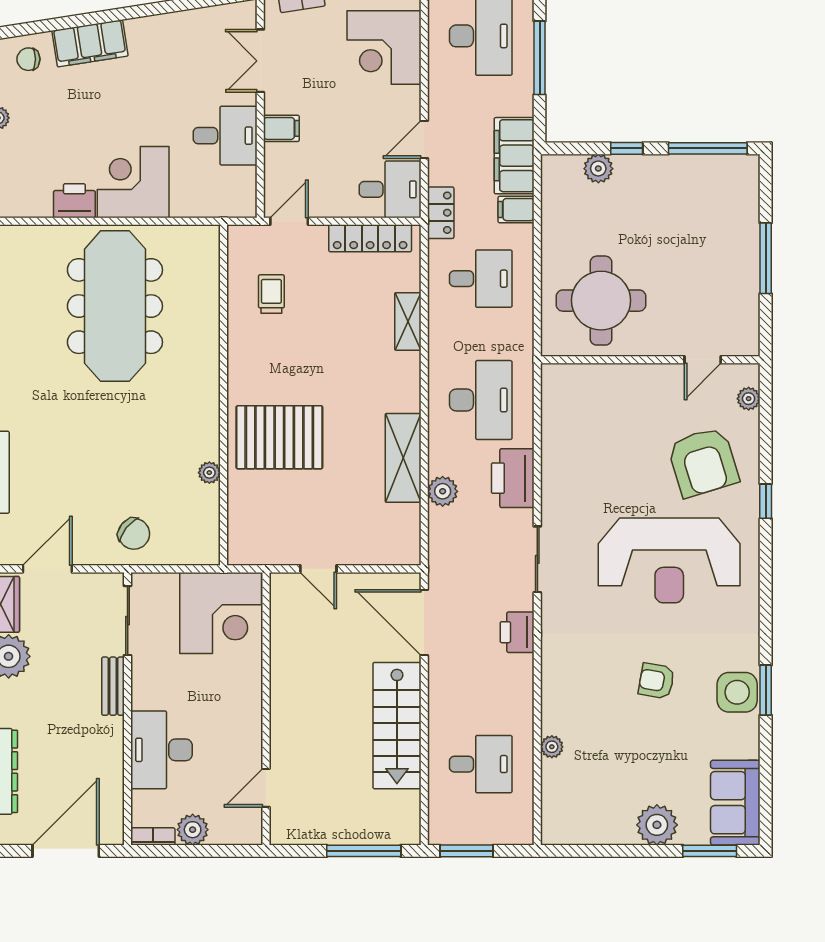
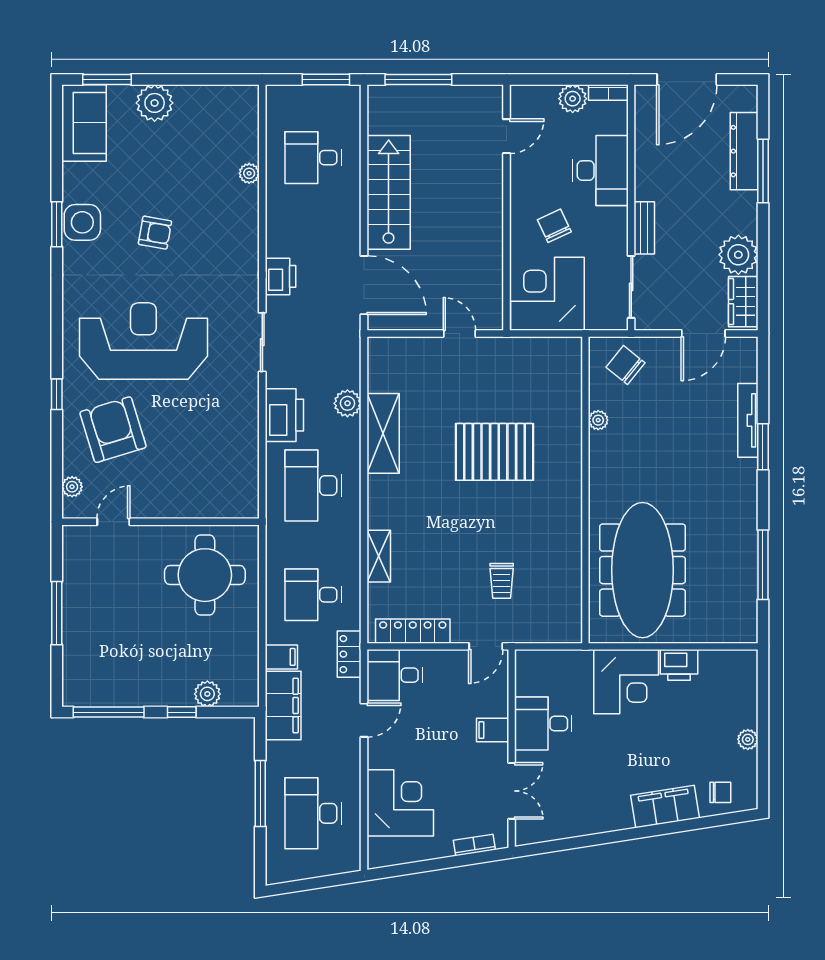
wall: (224, 395) -> (585, 490), moved
plant: (209, 473) -> (598, 420), moved
chair: (213, 688) -> (554, 226), added

